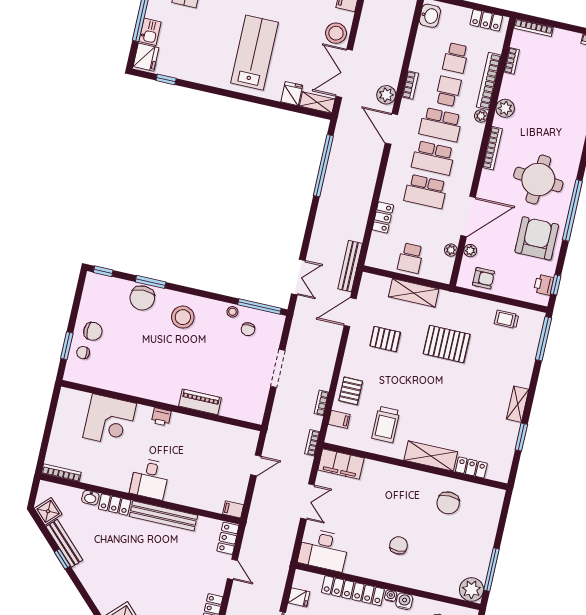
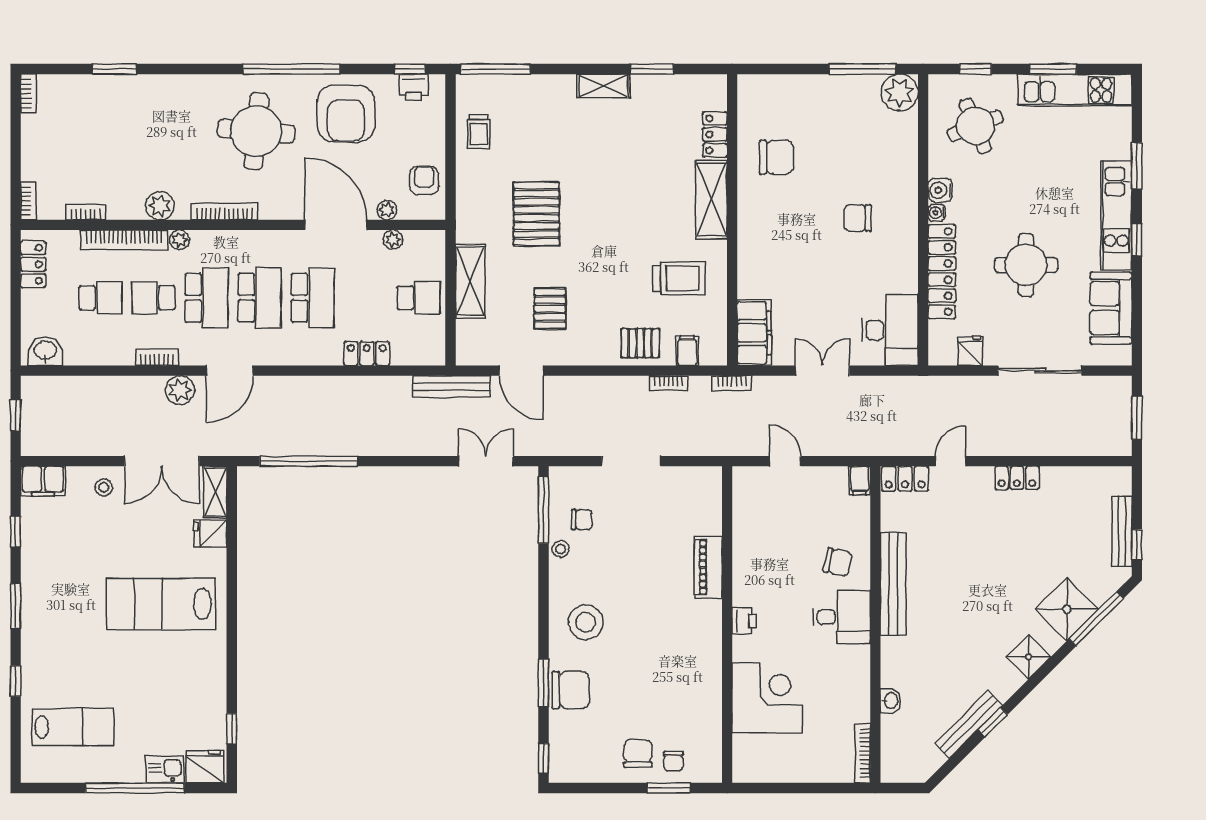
bookcase: (534, 28) -> (28, 201), width x0.64
stool: (336, 33) -> (104, 487), width x0.53, depth x0.53
armchair: (537, 238) -> (346, 113), turned -90
chair: (185, 484) -> (838, 562), added
locker: (115, 505) -> (893, 662), removed
shower: (48, 511) -> (1029, 657), moved

